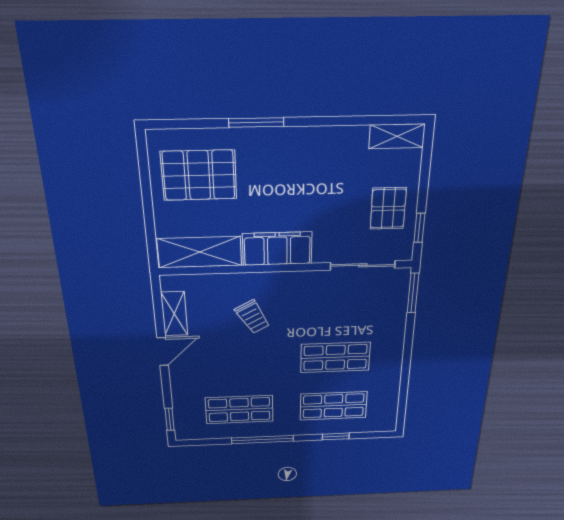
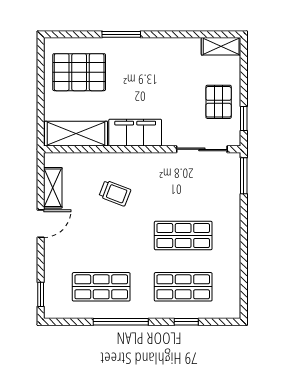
trolley: (253, 317) -> (115, 193), turned -40

